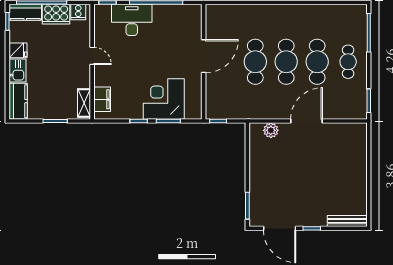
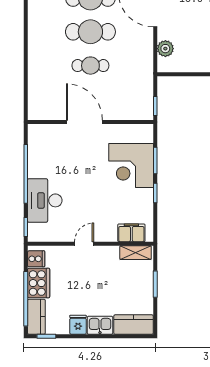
cafe table: (255, 62) -> (90, 66), width x0.73, depth x0.74

